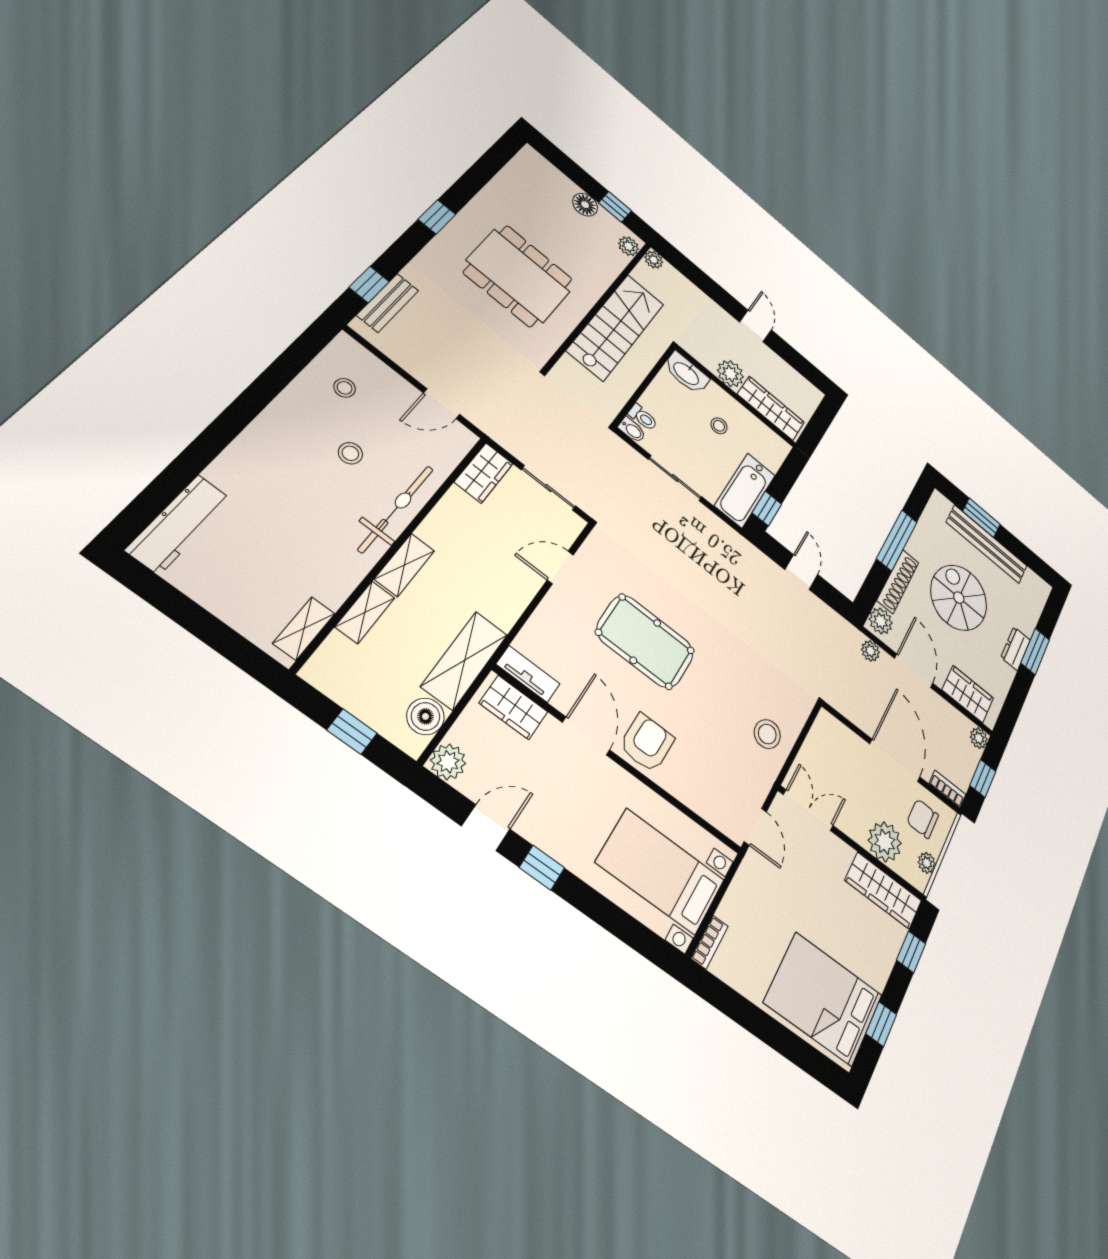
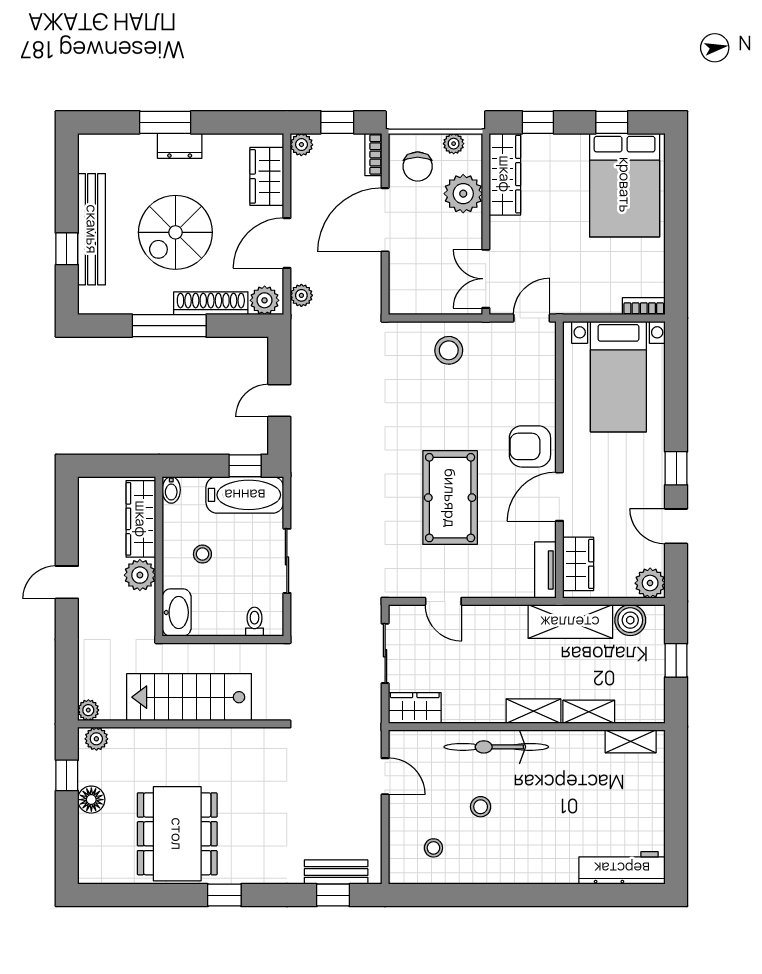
dining table: (519, 276) -> (177, 834), moved
bidet: (632, 430) -> (171, 490), moved, turned 180
window: (981, 518) -> (67, 249), width x0.67

